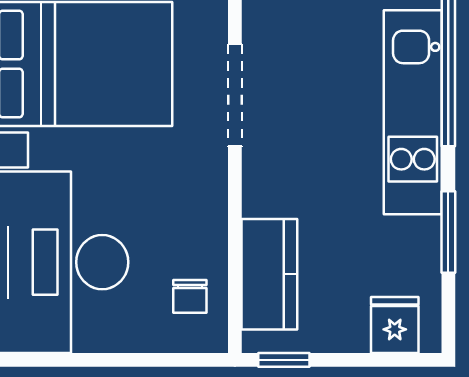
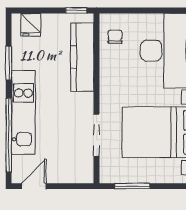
doorway: (235, 95) -> (96, 135), moved
kitchen counter: (269, 274) -> (82, 57), width x1.50

